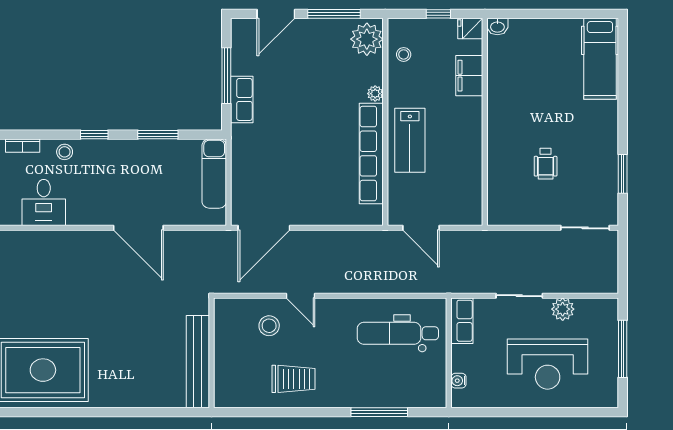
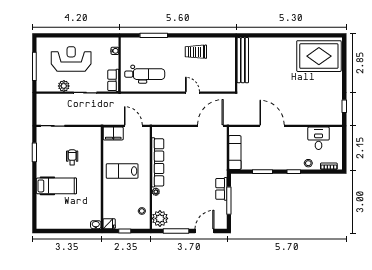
hospital bed: (600, 59) -> (56, 186), moved, turned 90
filing cabinet: (469, 76) -> (113, 134), moved, turned 90
lab bench: (410, 140) -> (122, 171), moved, turned -90
stool: (269, 326) -> (208, 78), removed

